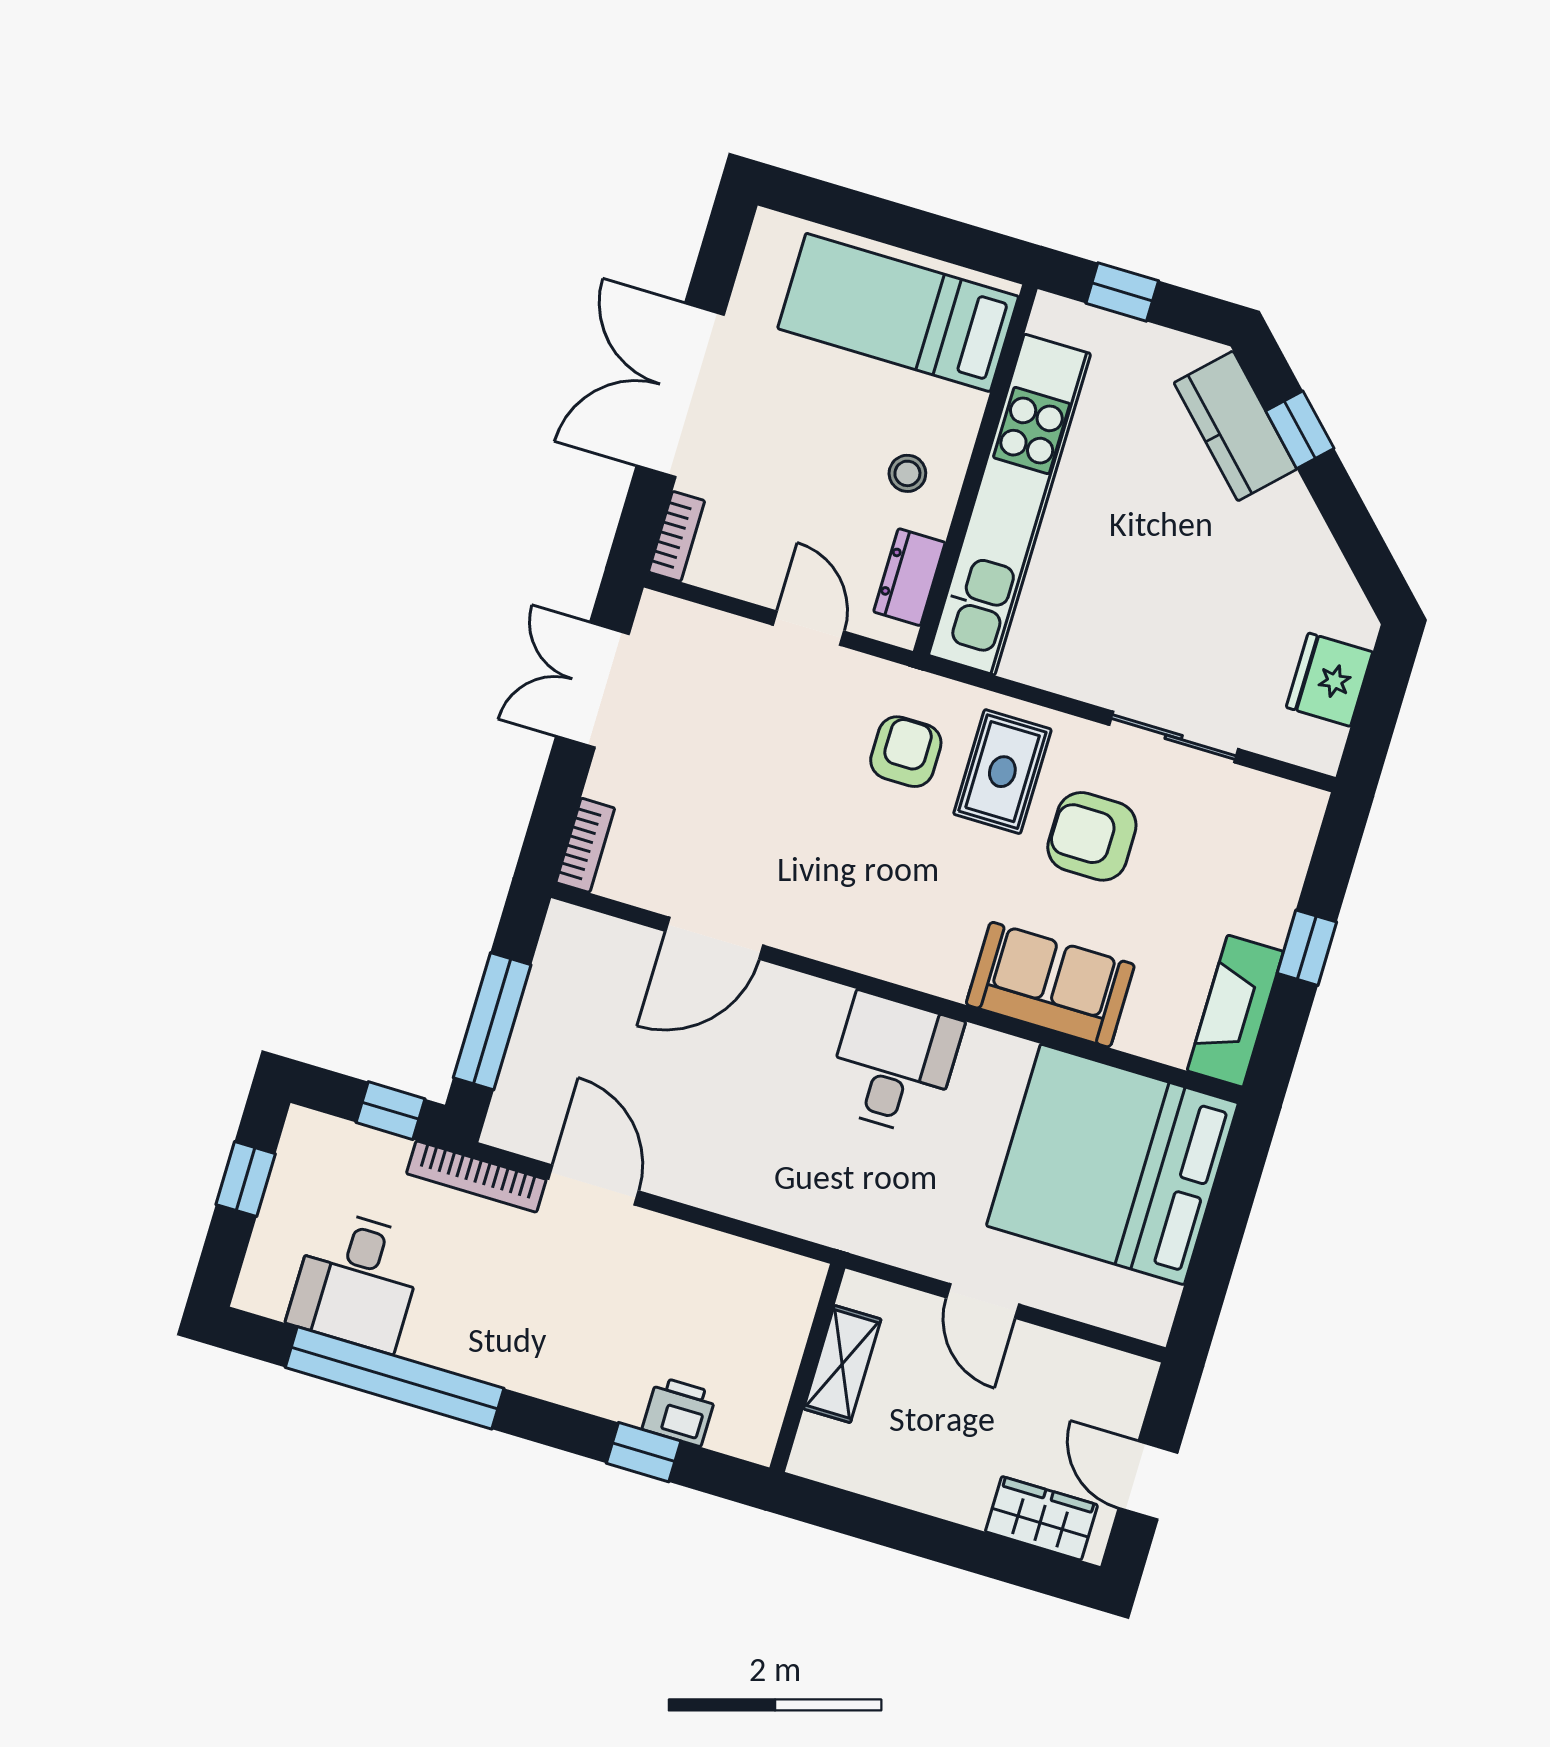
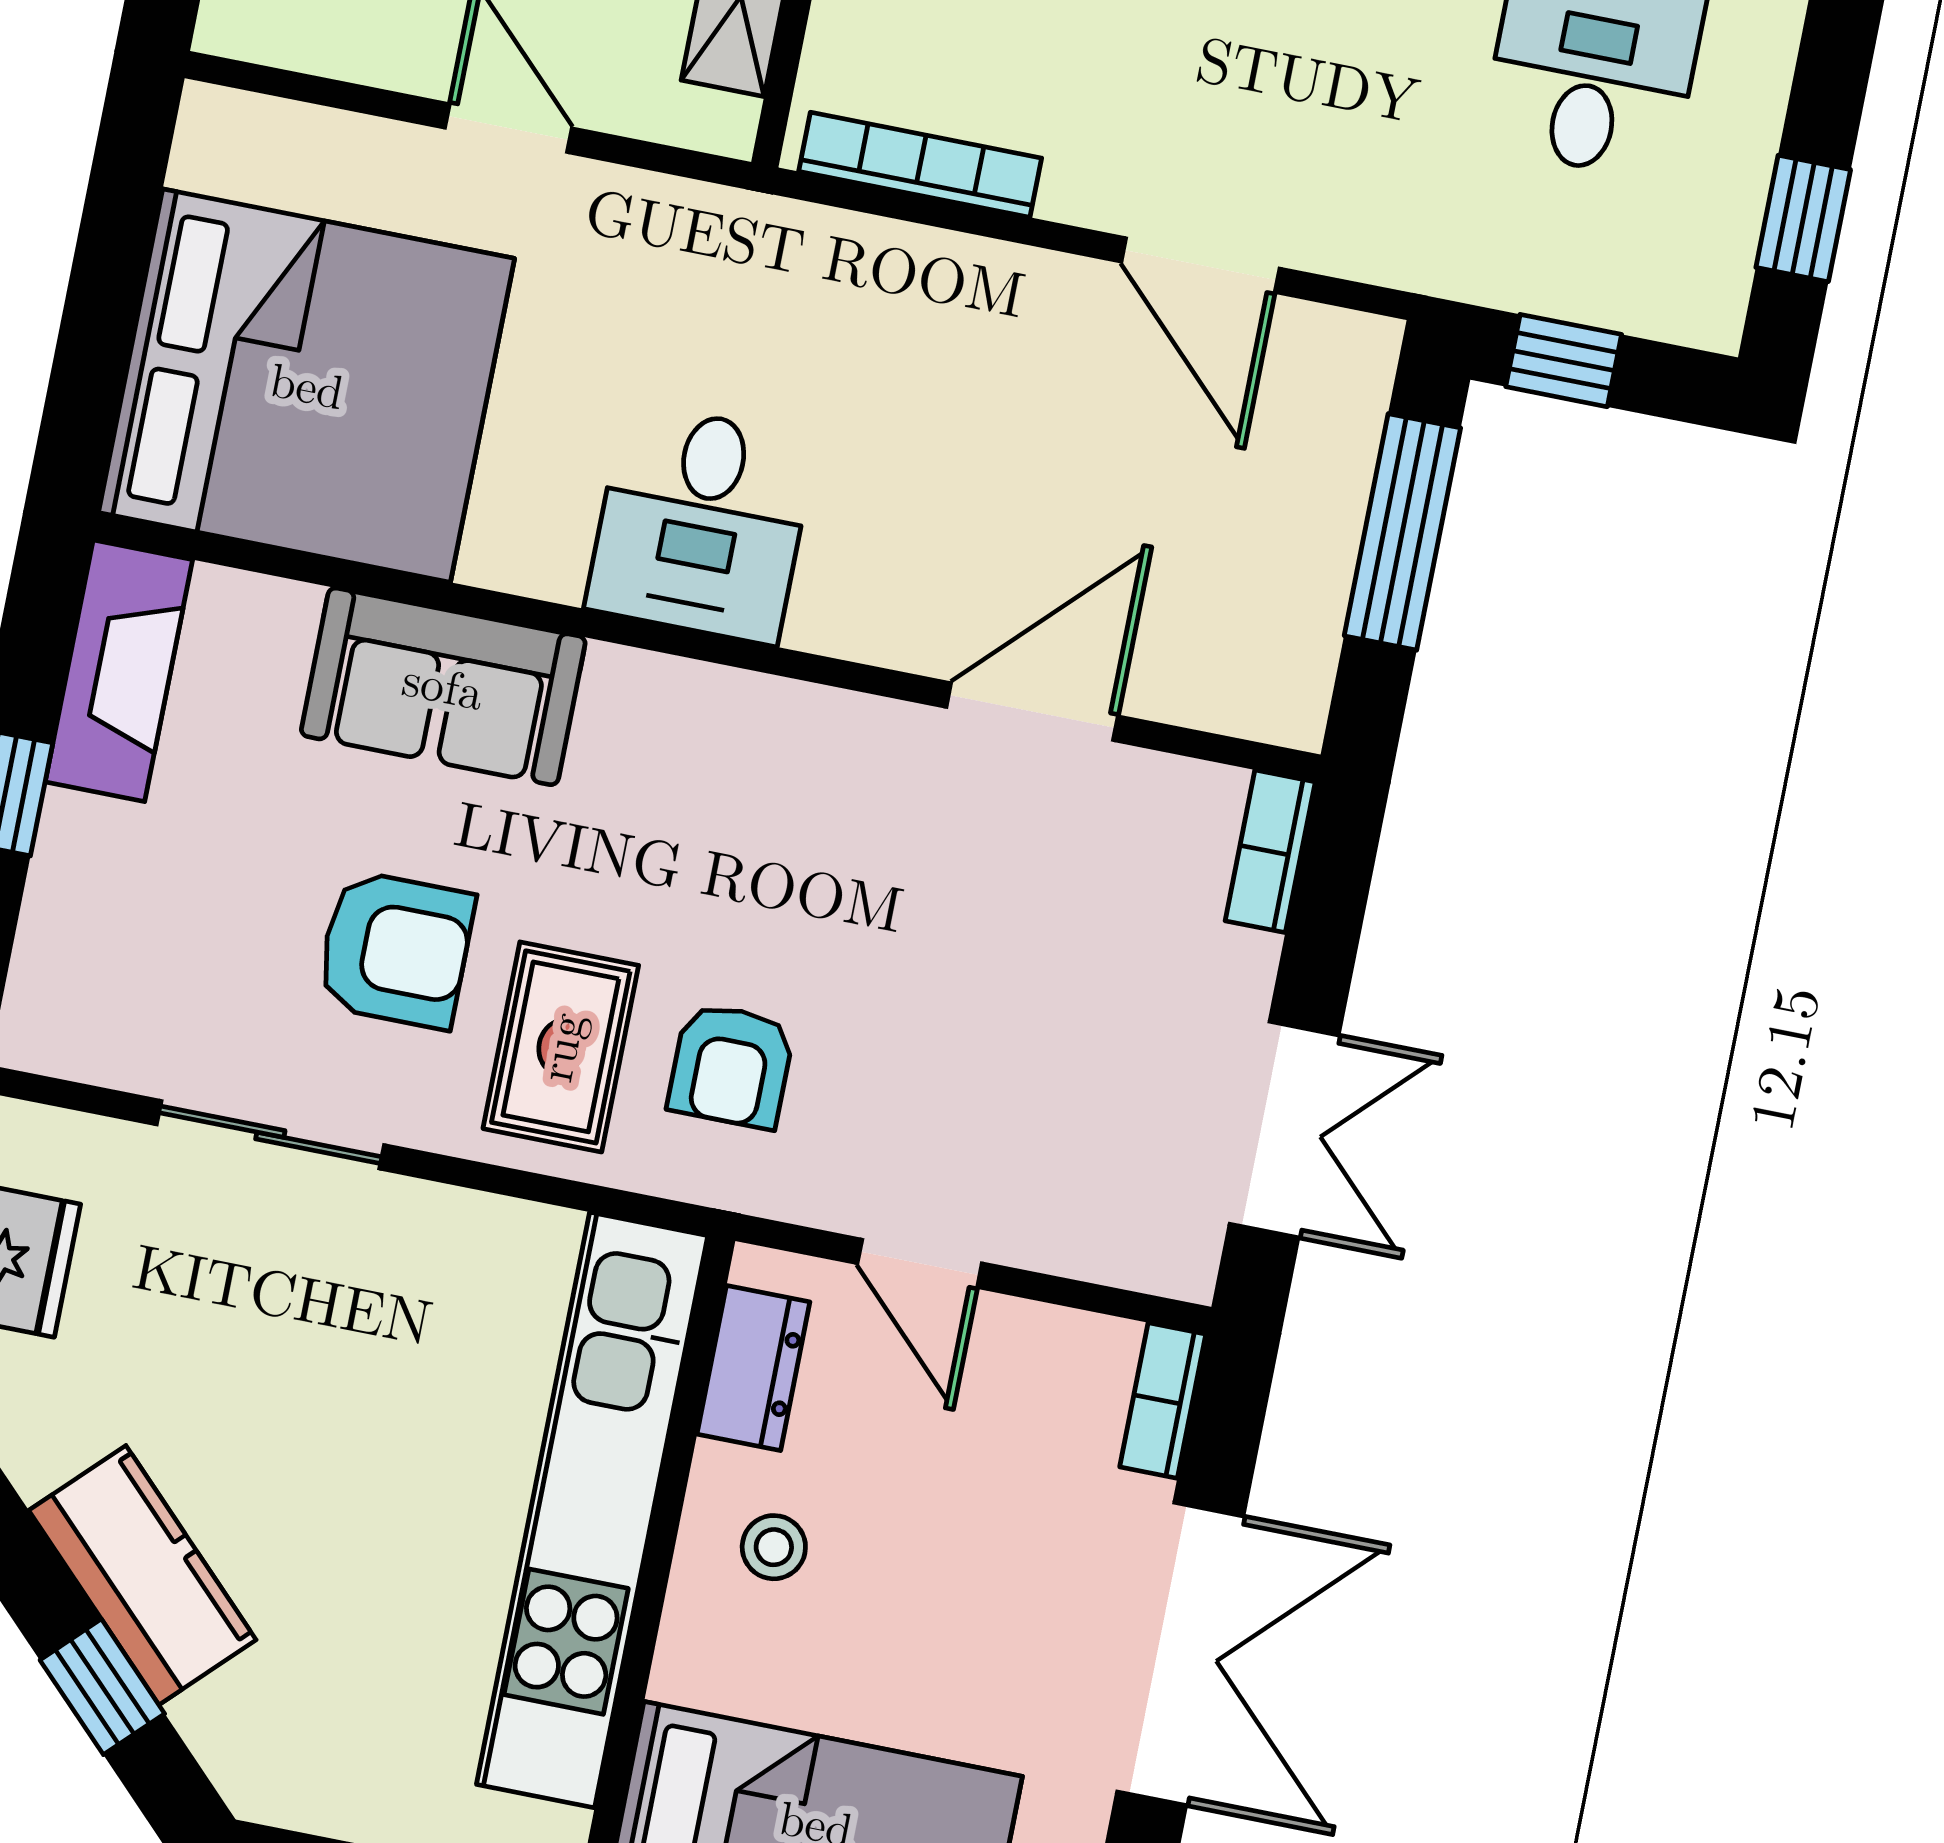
kitchen counter: (1235, 426) -> (142, 1575), moved
bookcase: (476, 1177) -> (920, 165), moved

